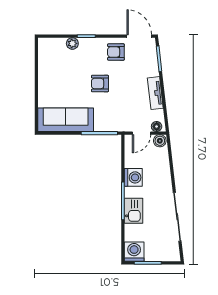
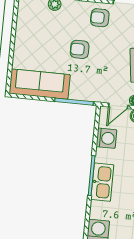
washing machine: (133, 177) -> (106, 138), moved
kitchen sink: (133, 211) -> (102, 182), width x1.38

